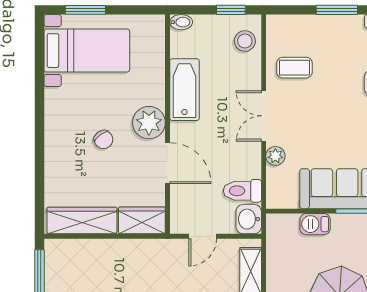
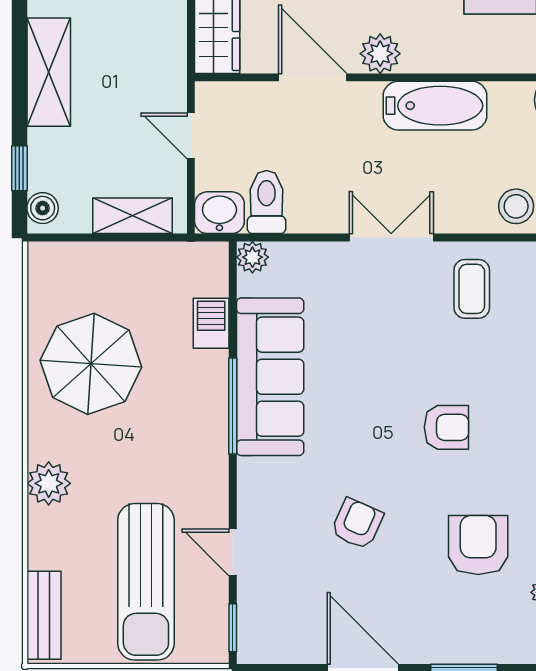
plant: (149, 123) -> (380, 54), width x0.73, depth x0.73
plant: (275, 156) -> (252, 257), moved
door: (168, 163) -> (313, 77), swing flipped

